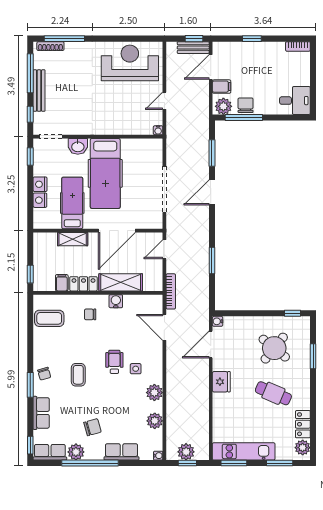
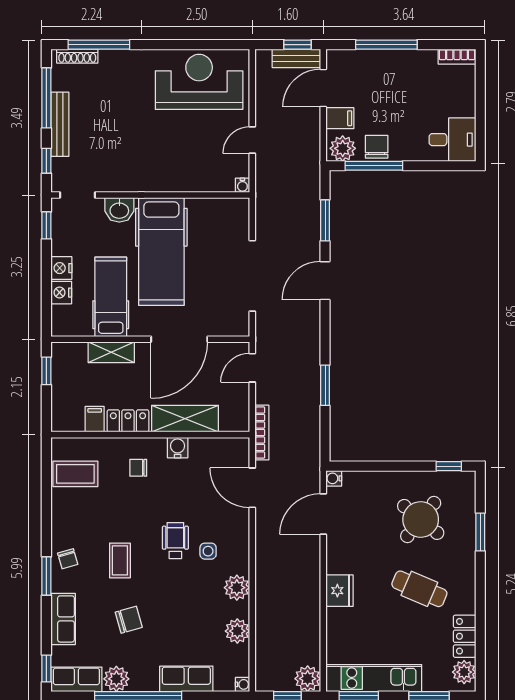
window: (252, 39) -> (386, 45), width x2.17
window: (30, 274) -> (46, 371), moved
fridge: (221, 382) -> (339, 591), moved
chair: (92, 427) -> (129, 620), moved
plant: (186, 452) -> (308, 679), moved

